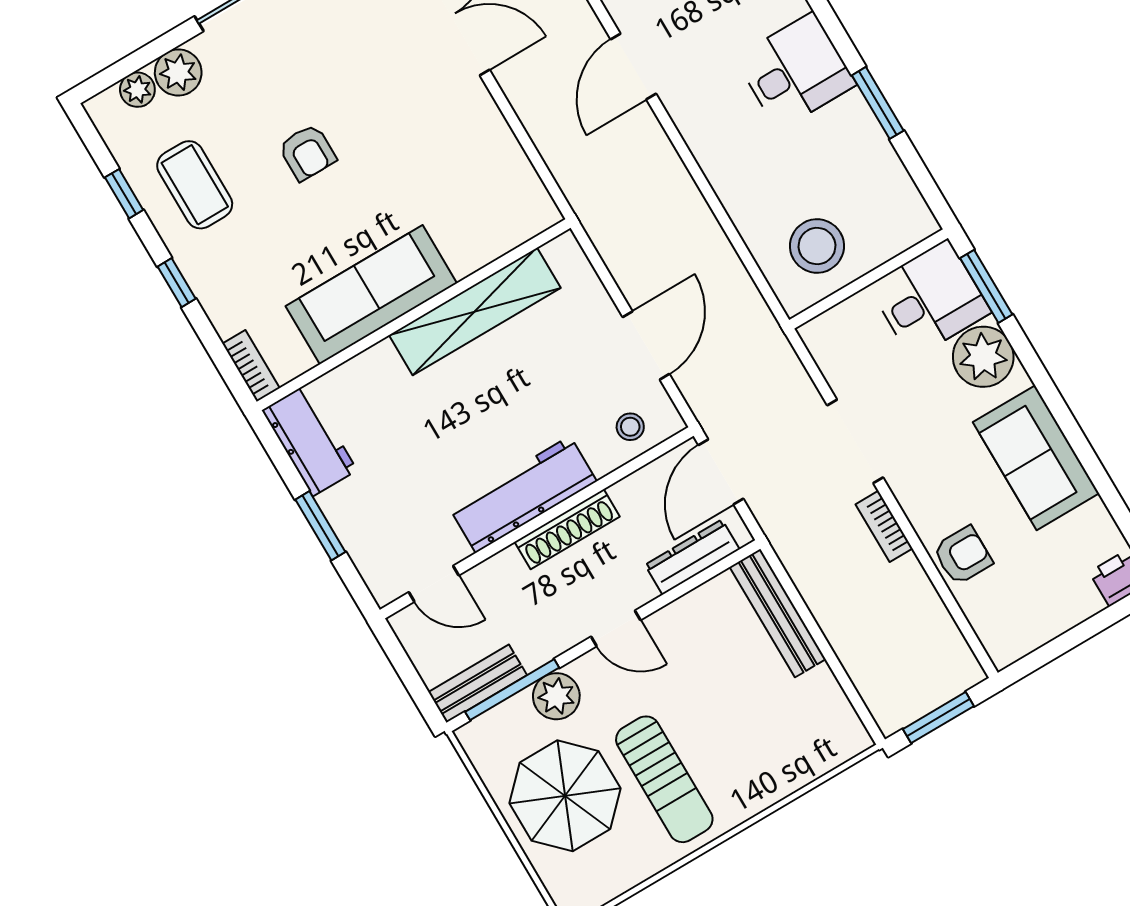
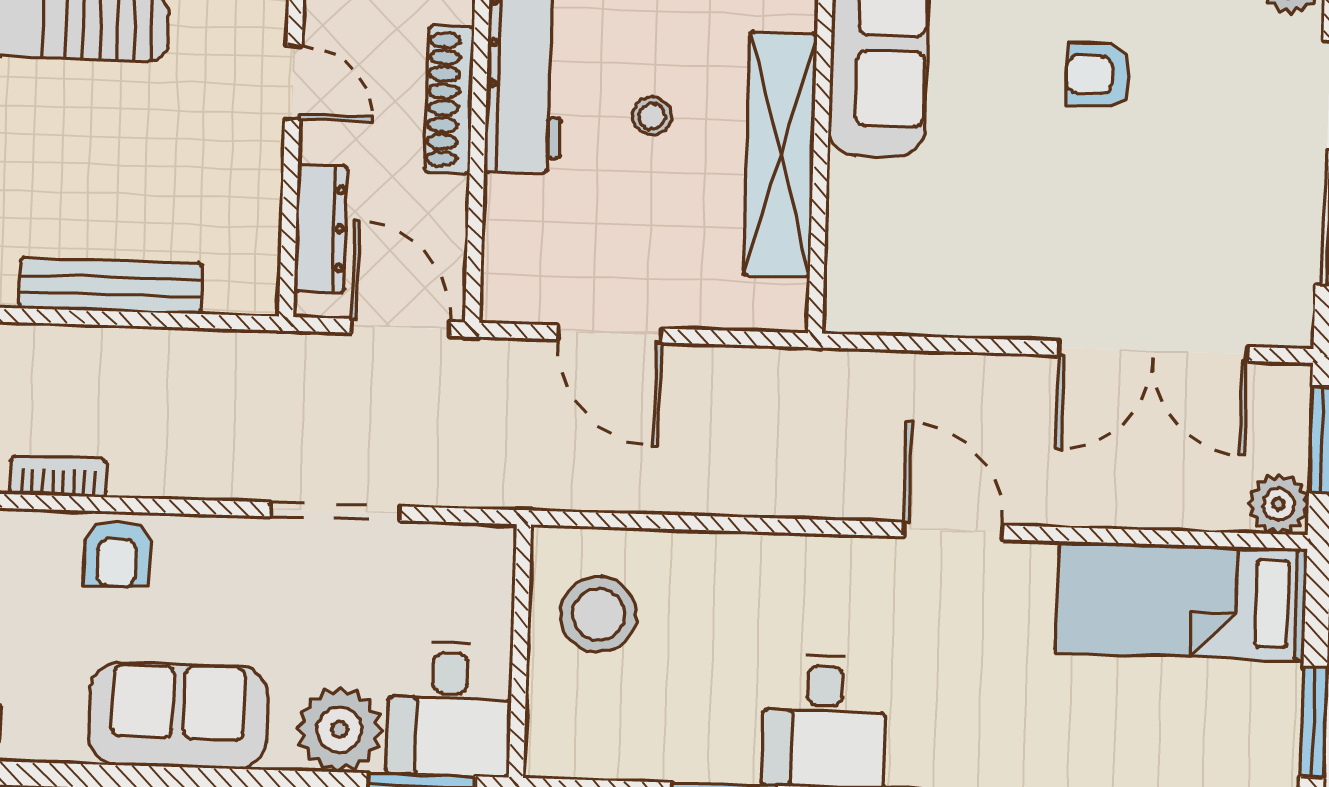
stool: (630, 427) -> (652, 116), moved
bookcase: (884, 526) -> (58, 477), moved
bench: (778, 613) -> (111, 286), moved
door: (616, 628) -> (293, 83), swing flipped

